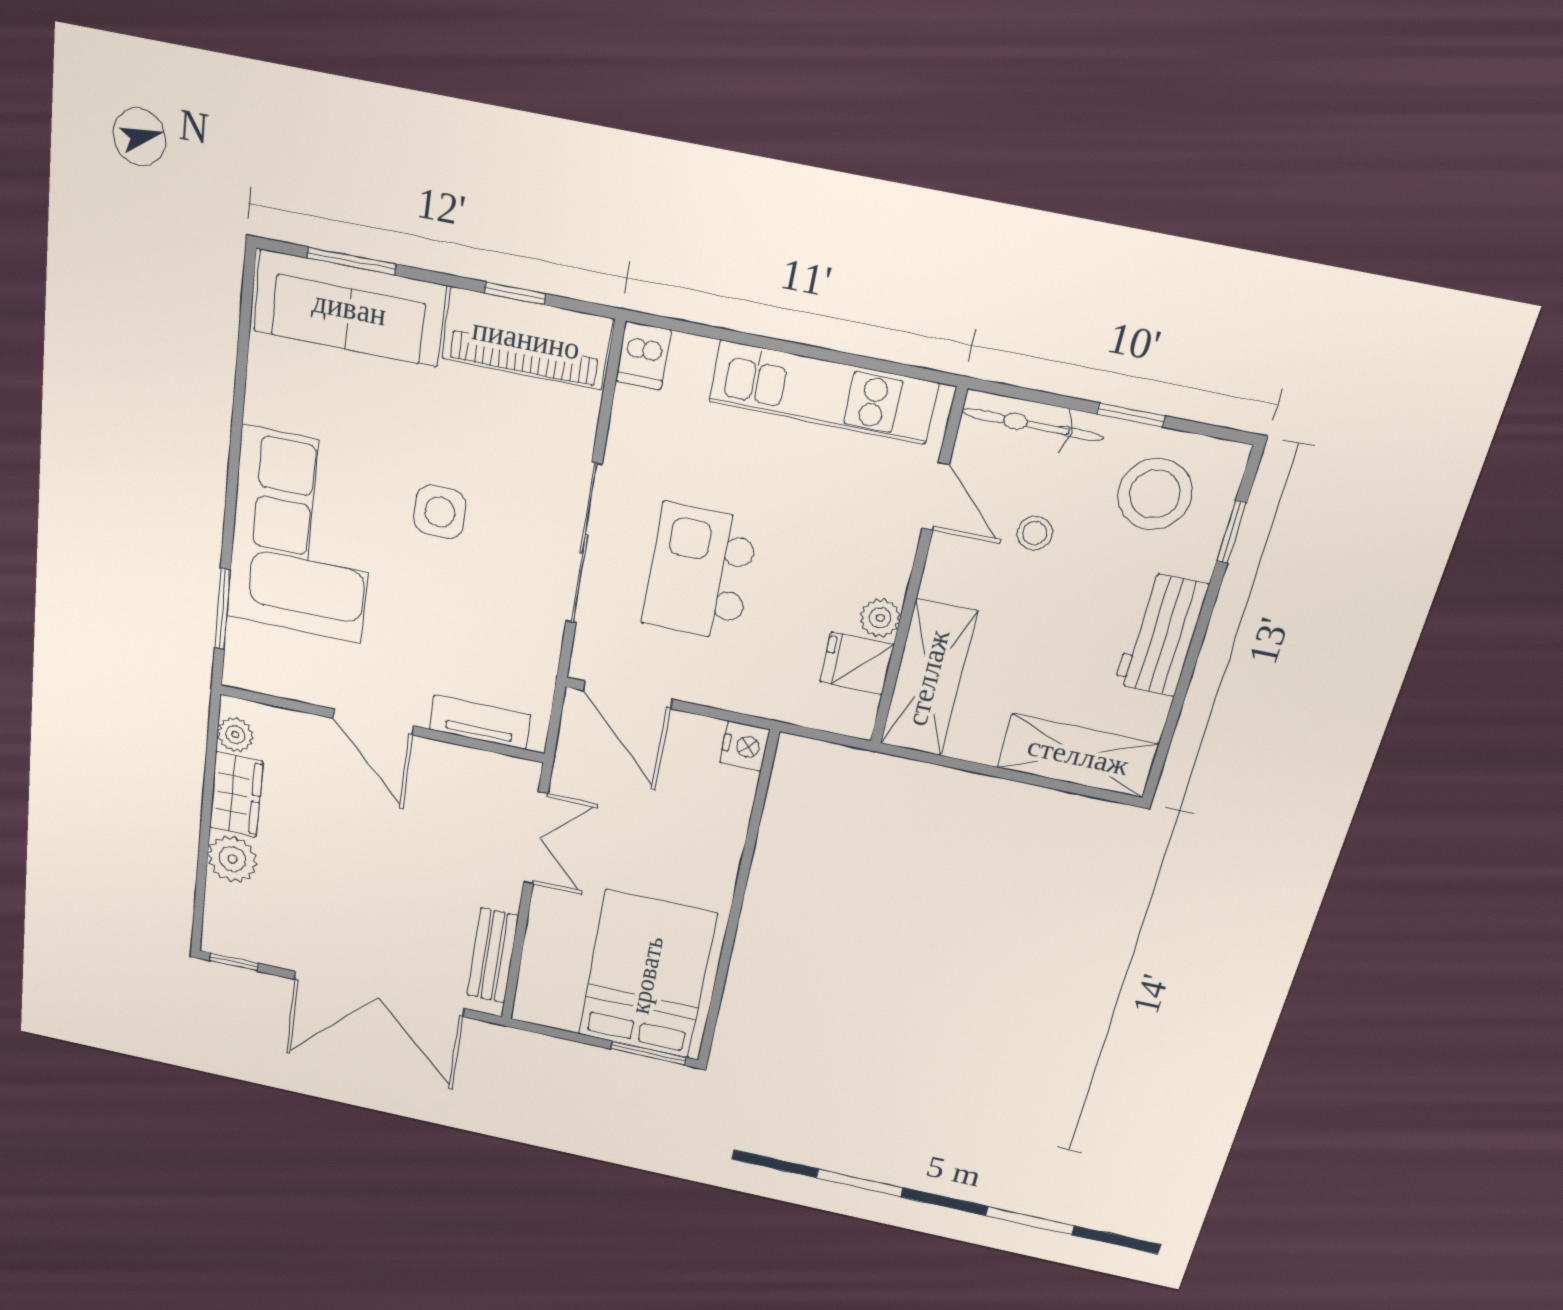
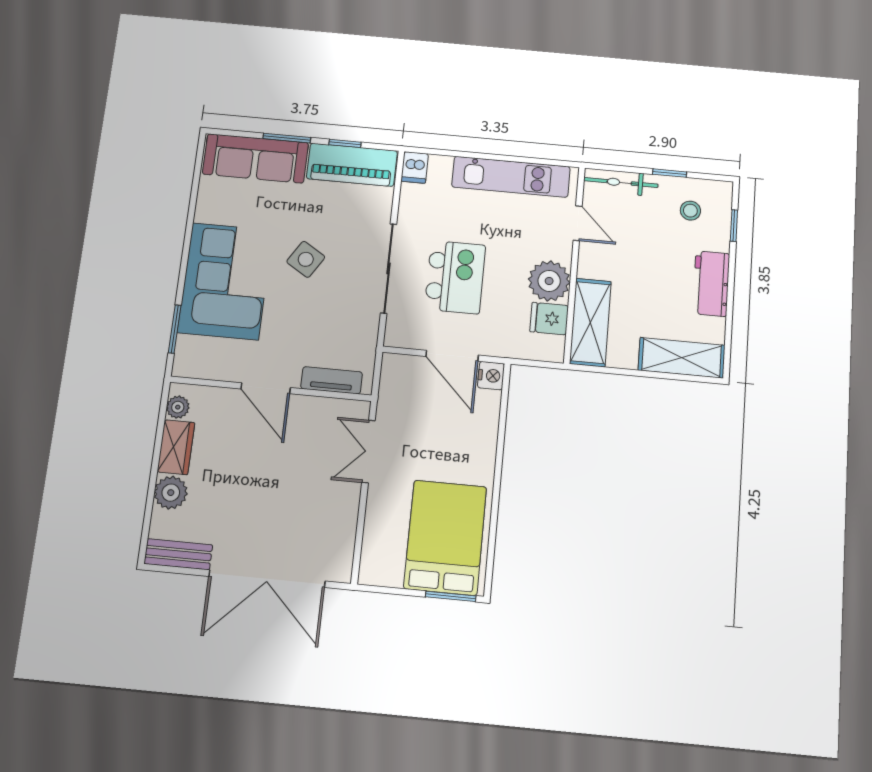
window: (351, 261) -> (287, 138), moved
stool: (1155, 494) -> (690, 211), width x0.53, depth x0.53
side table: (440, 512) -> (306, 259), turned 32
stool: (1035, 533) -> (633, 237), removed
kitchen island: (700, 572) -> (455, 277), turned 180
plant: (880, 618) -> (549, 281), width x1.87, depth x1.87
door: (628, 695) -> (452, 356), moved
double door: (536, 838) -> (369, 451), swing flipped
bench: (493, 956) -> (178, 554), moved, turned 90
window: (234, 962) -> (167, 569), removed

